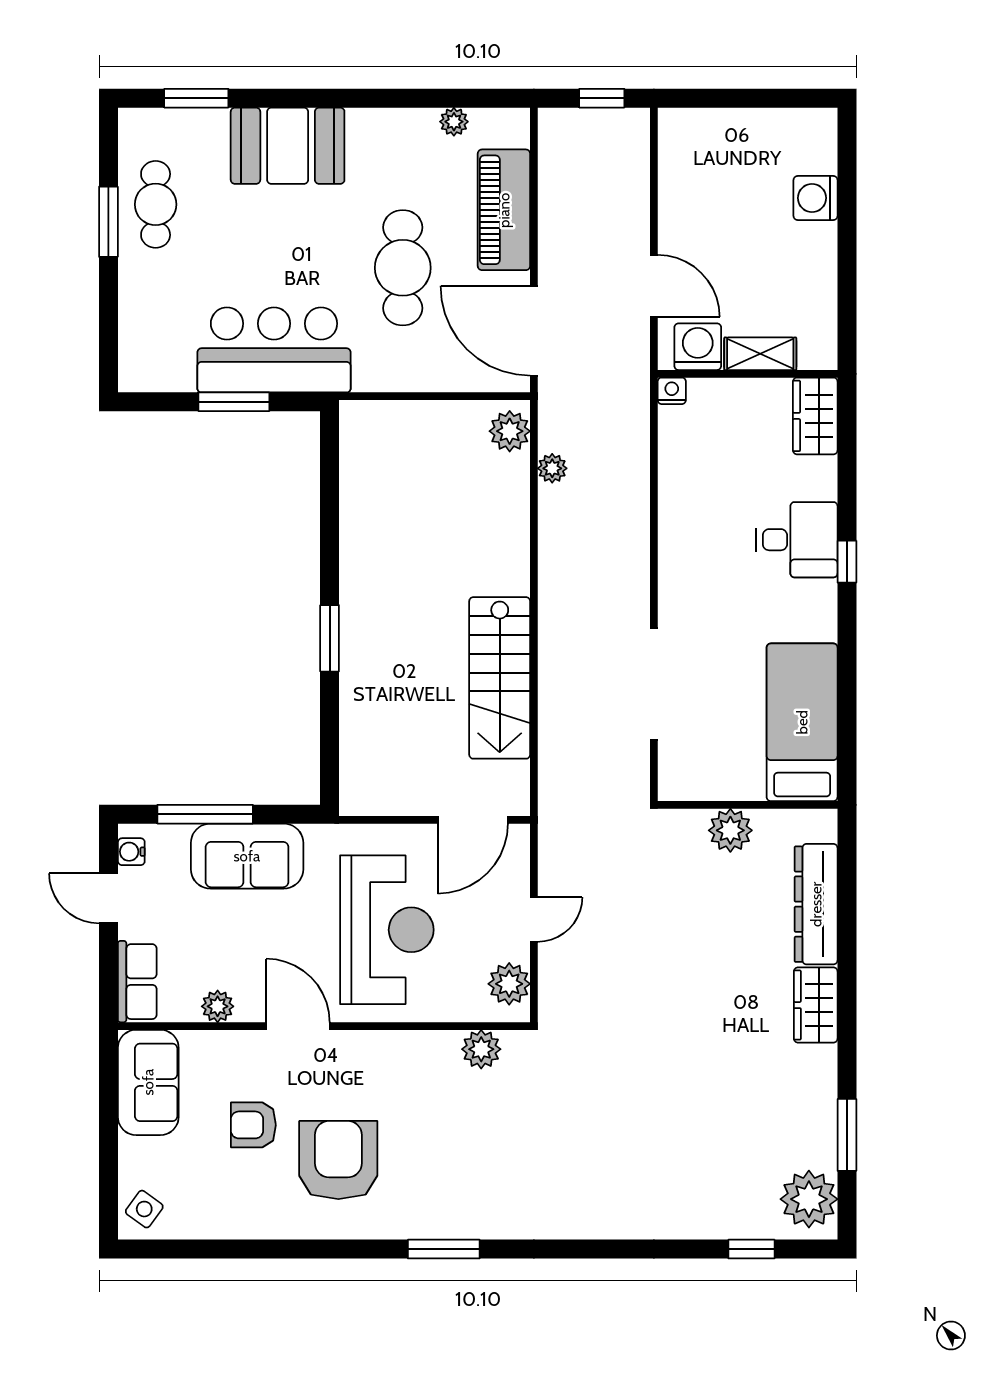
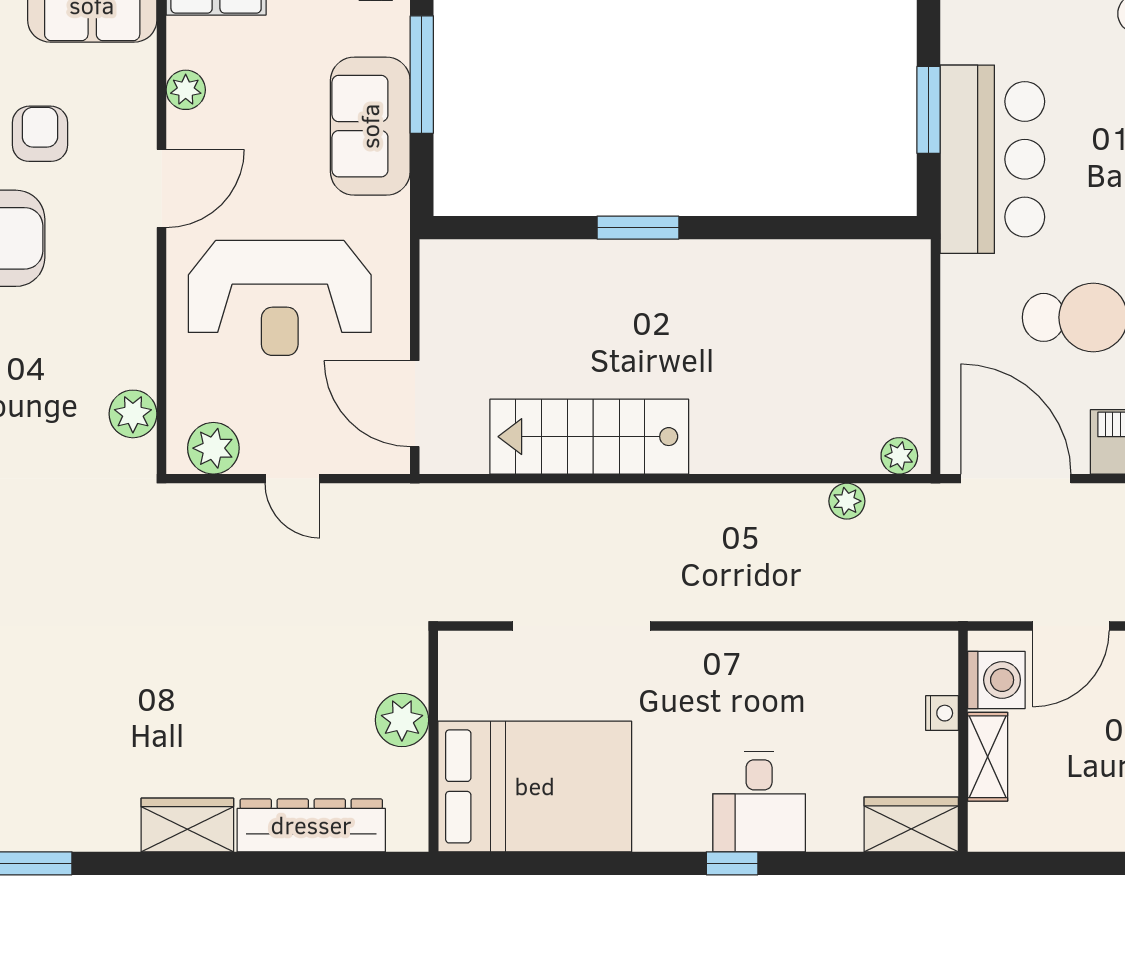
door: (534, 331) -> (1016, 479), hinge flipped
nightstand: (672, 391) -> (942, 713), moved
plant: (510, 431) -> (899, 456), width x0.73, depth x0.73
bed: (802, 722) -> (535, 786), width x1.50

